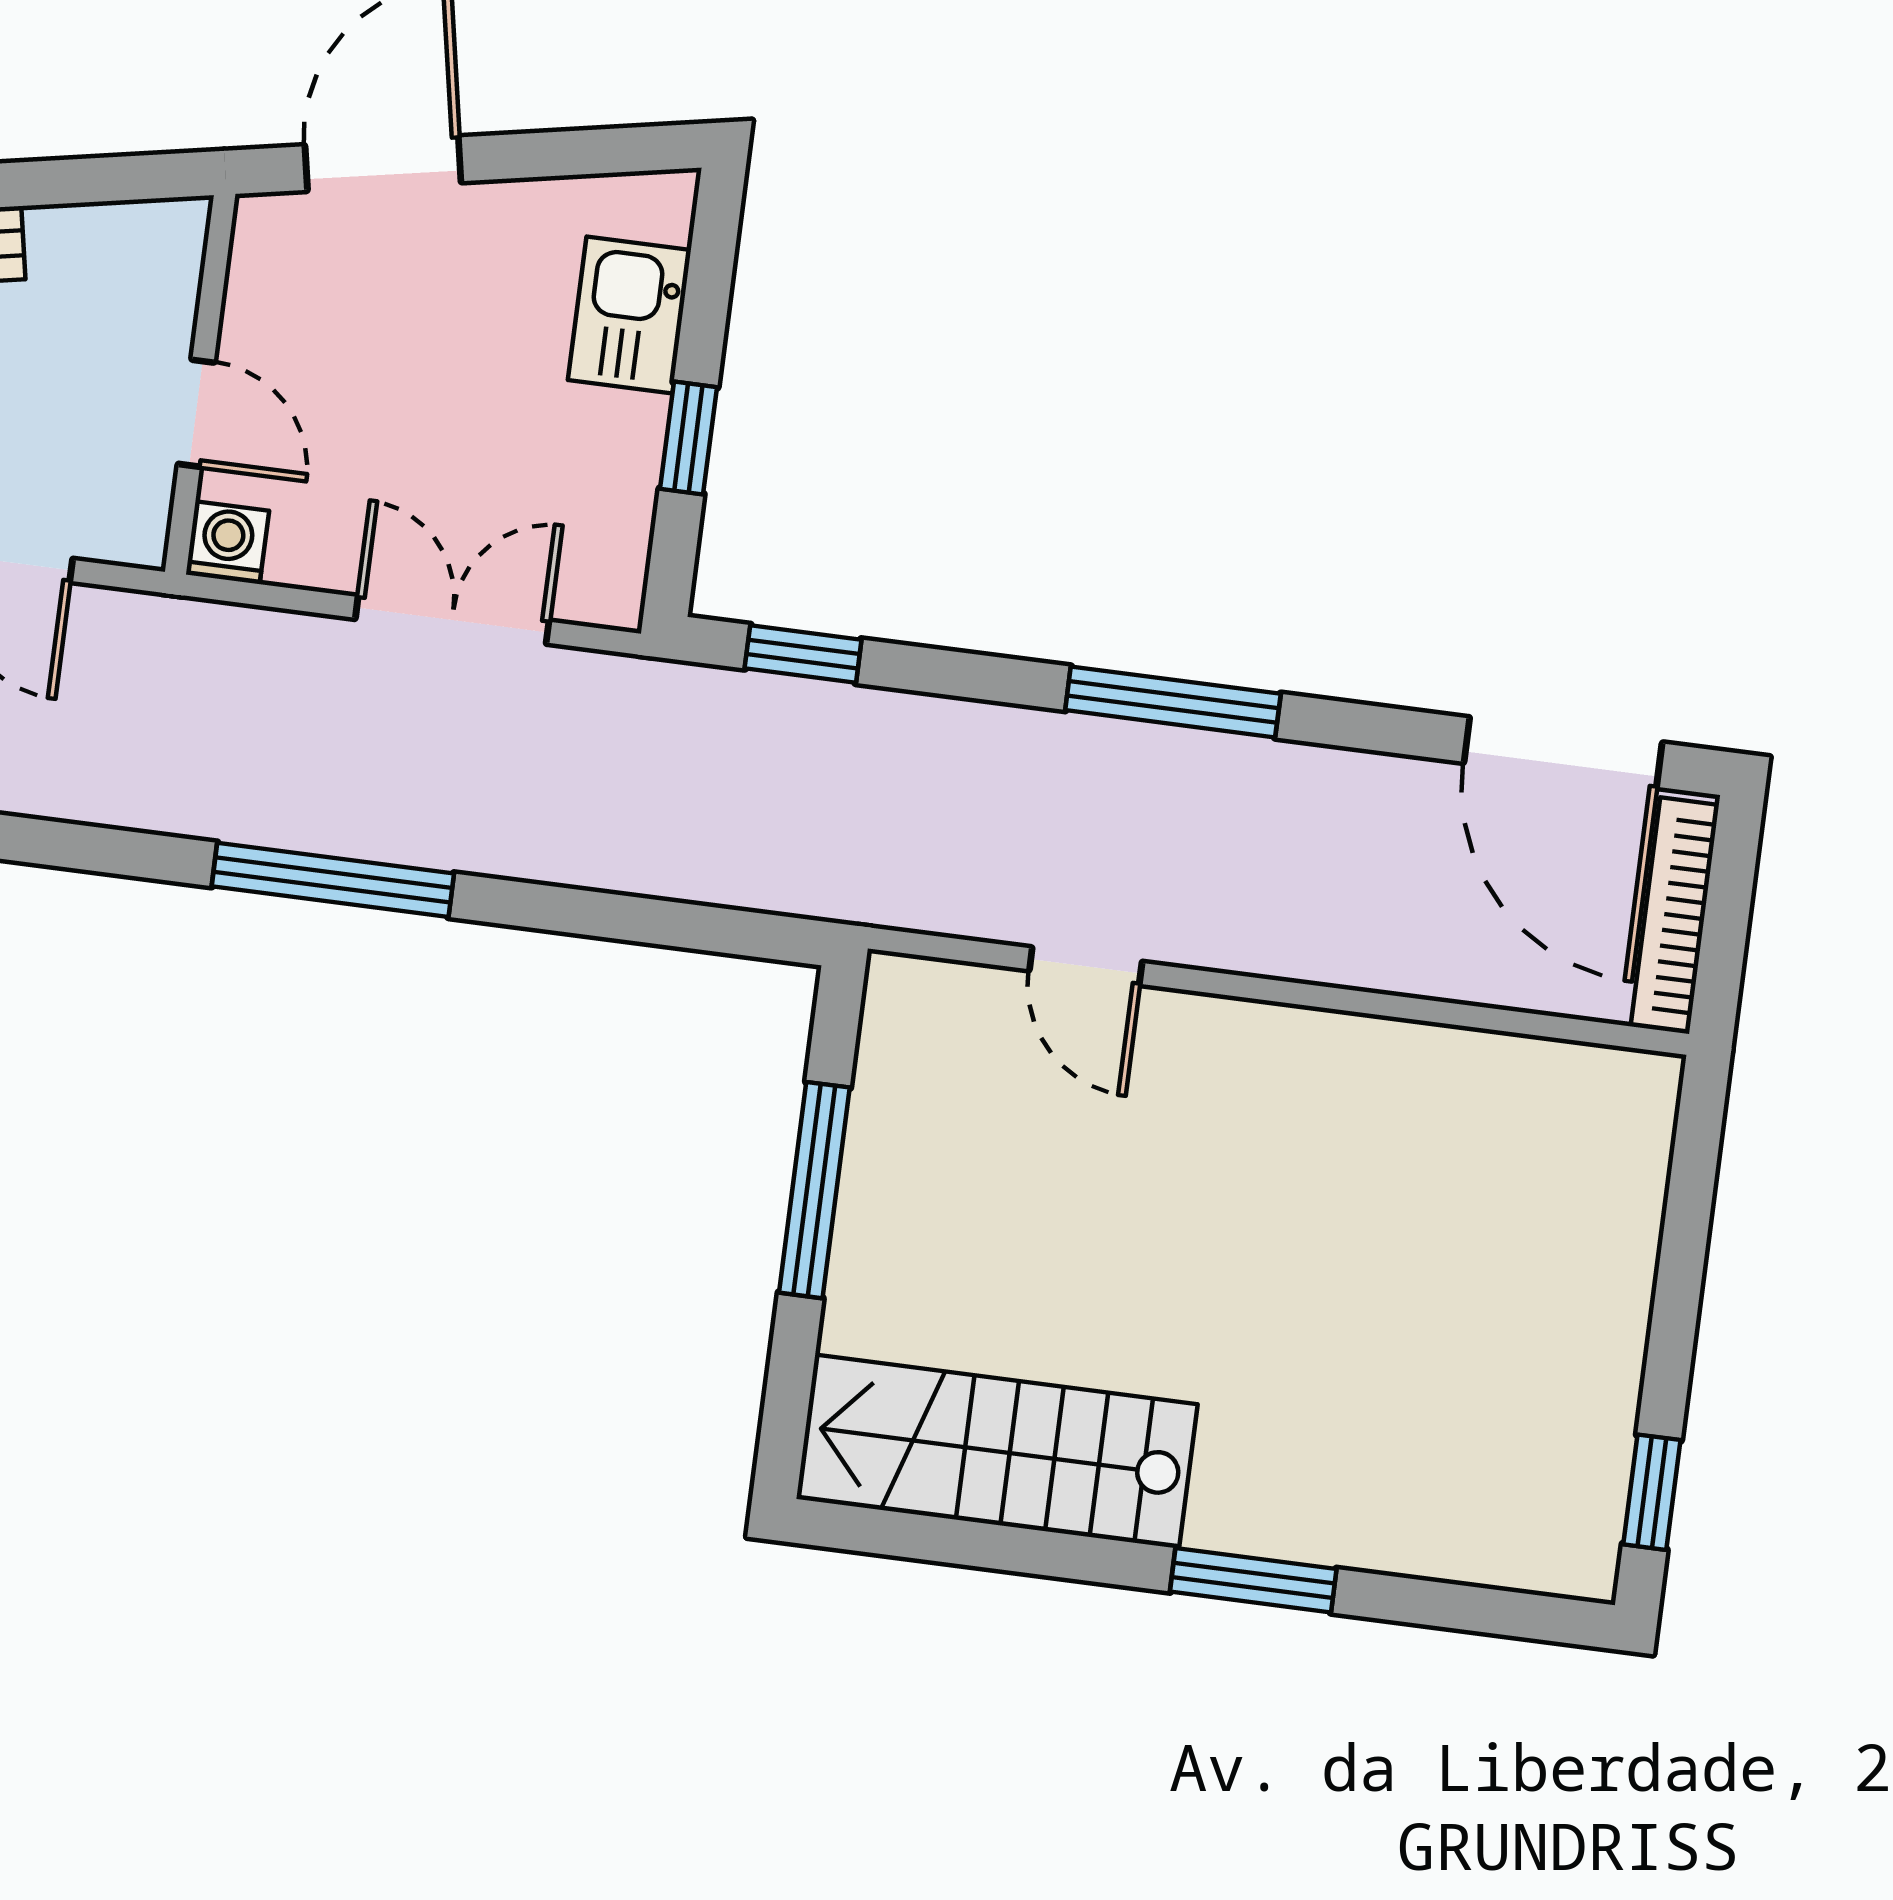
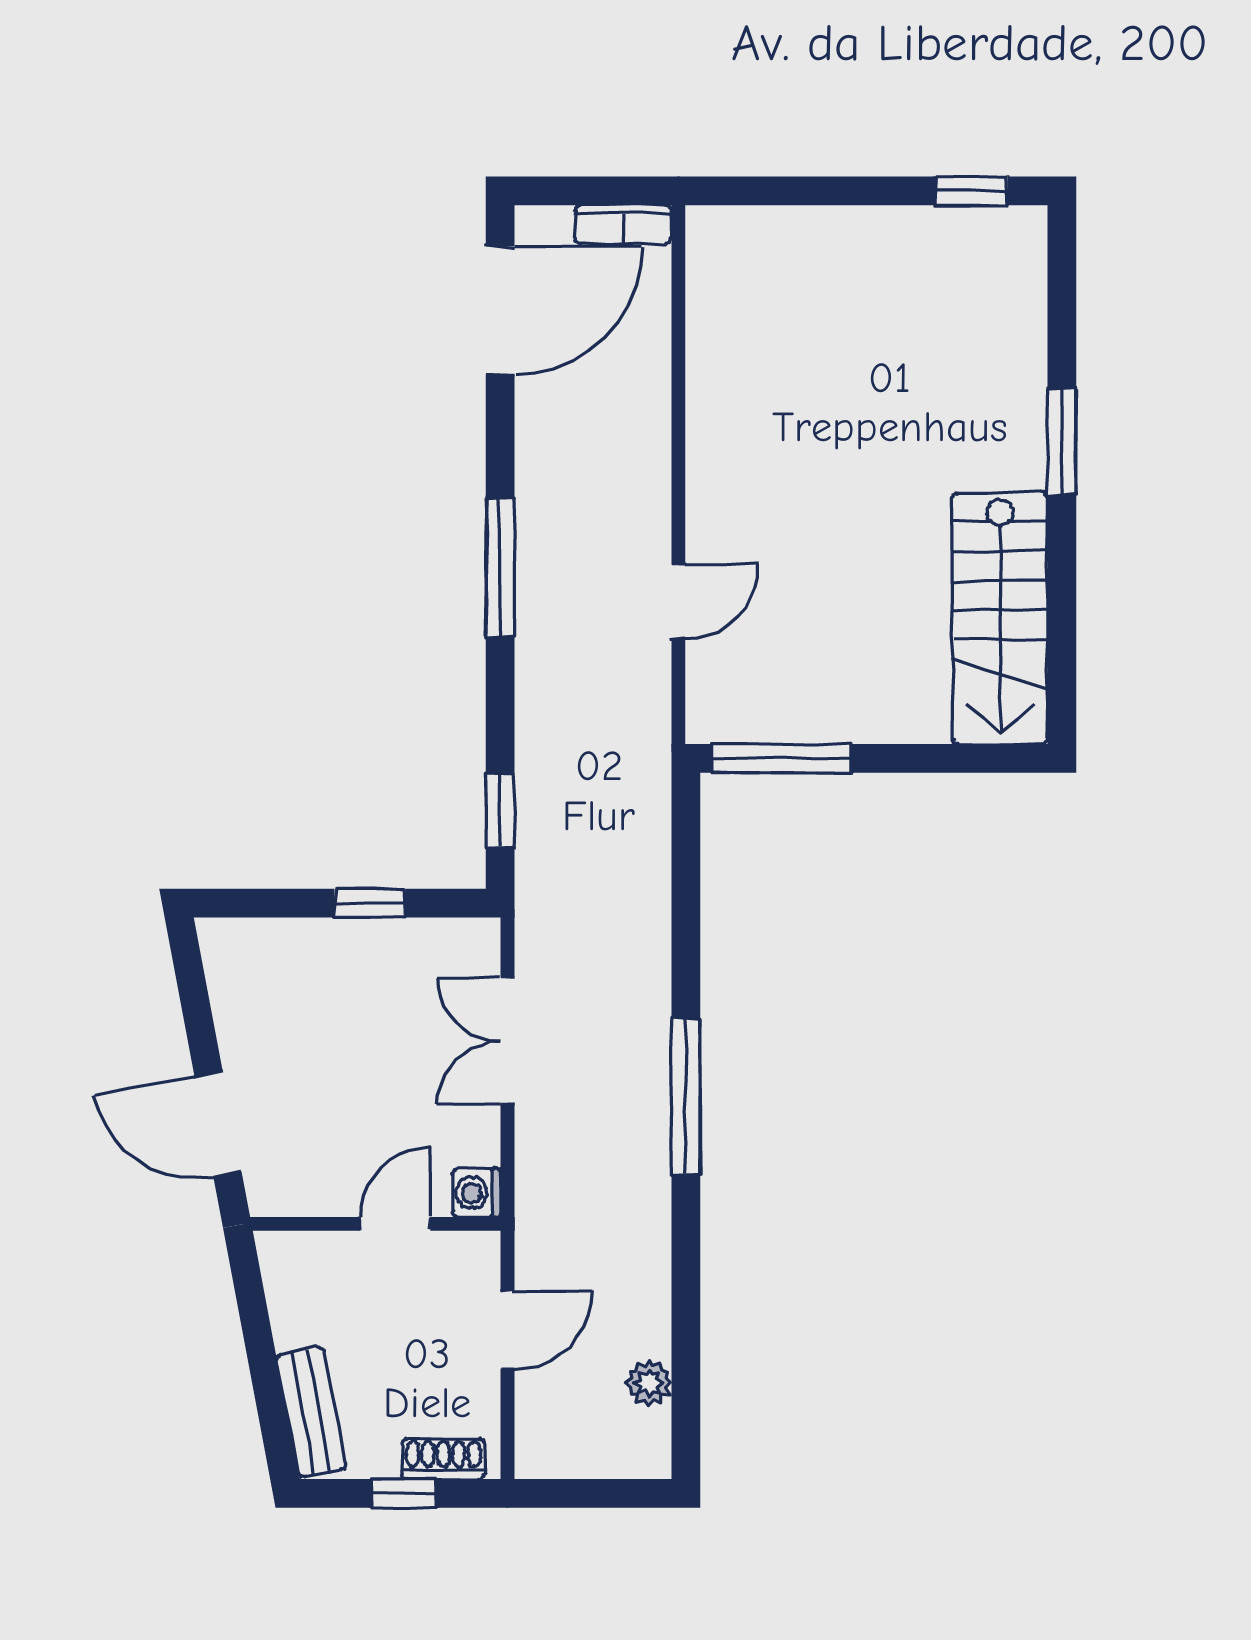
kitchen sink: (629, 315) -> (295, 952), removed
bookcase: (1675, 916) -> (623, 224), width x0.64
window: (814, 1190) -> (782, 758), moved

